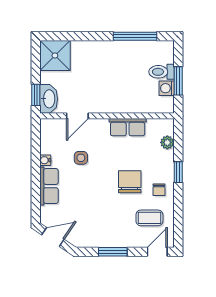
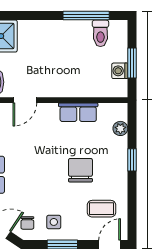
toilet: (162, 72) -> (100, 33), moved, turned -90
side table: (81, 158) -> (54, 222), moved
chair: (159, 190) -> (27, 223), moved

